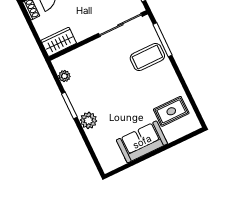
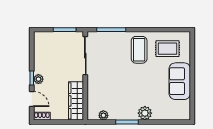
wardrobe: (59, 42) -> (76, 101), width x1.50
coffee table: (147, 57) -> (139, 50), moved
rug: (171, 111) -> (168, 49), turned 90

